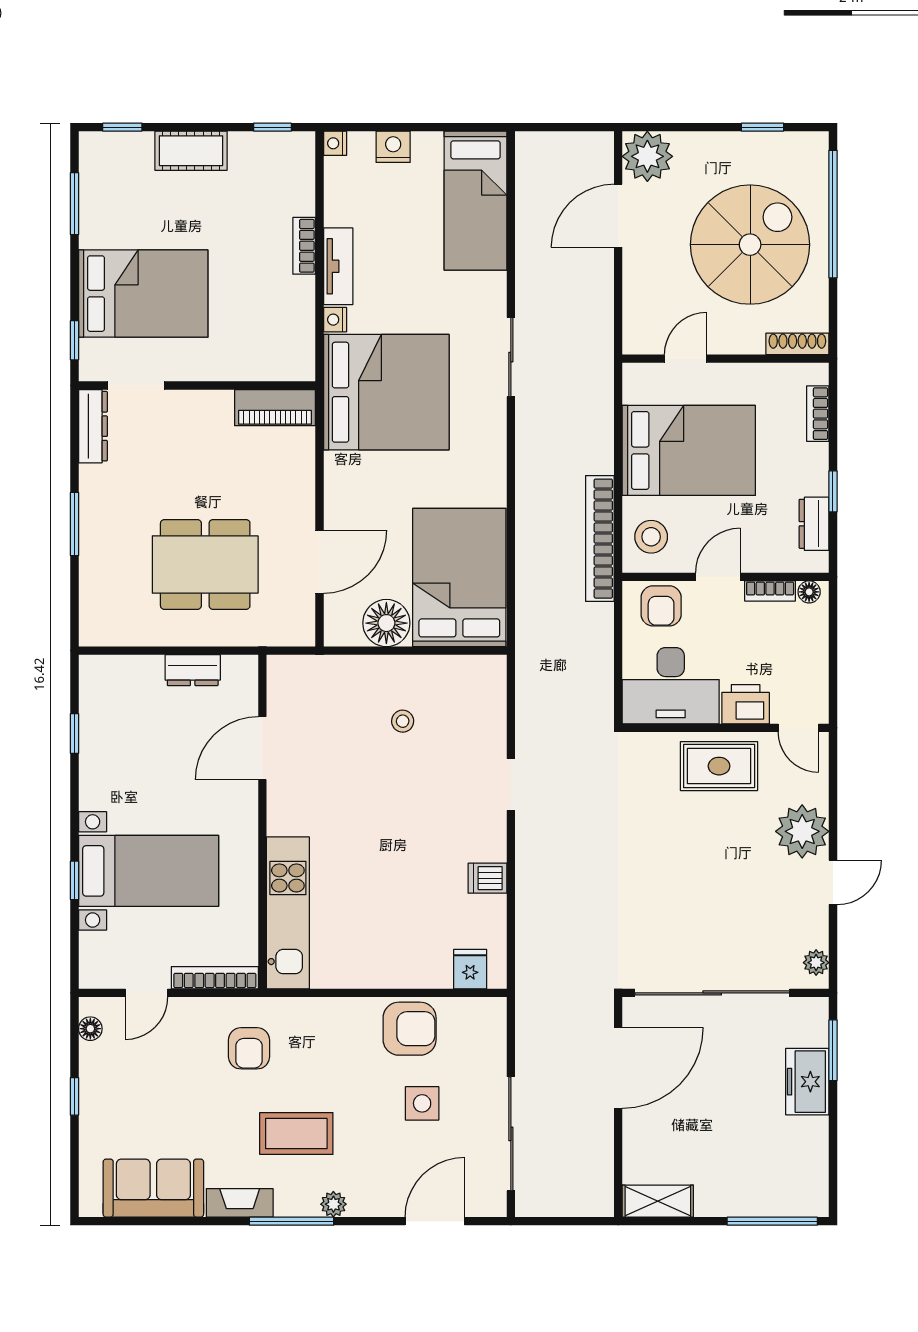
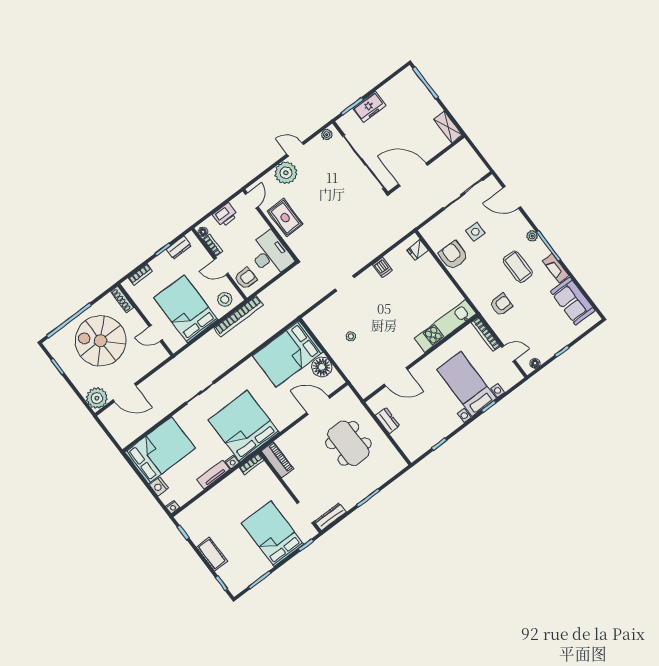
bed: (475, 201) -> (160, 450), width x1.50
bookcase: (304, 246) -> (251, 464), moved
printer: (746, 704) -> (225, 215), moved, turned -90

